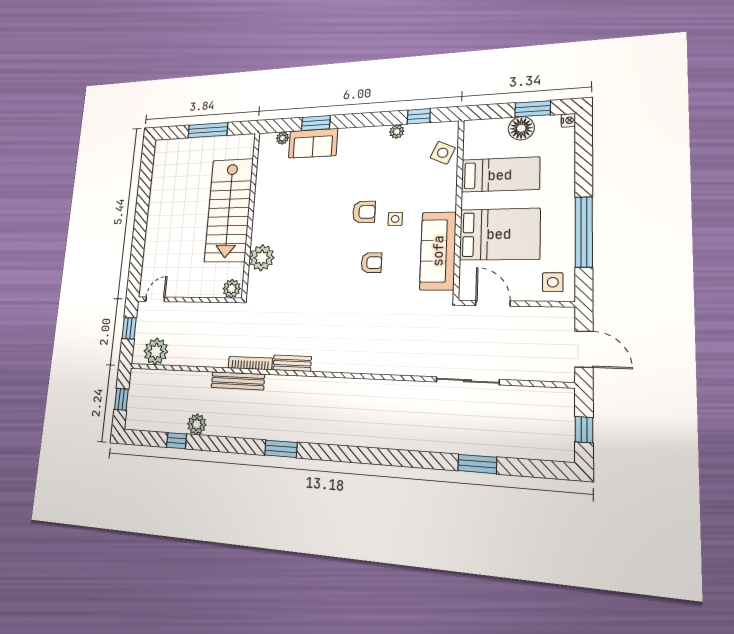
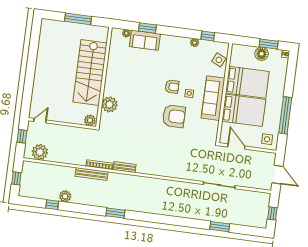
bed: (500, 175) -> (247, 82), width x1.50
sofa: (438, 251) -> (213, 98), moved
armchair: (371, 263) -> (174, 116), width x1.88, depth x1.88

